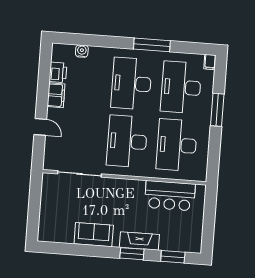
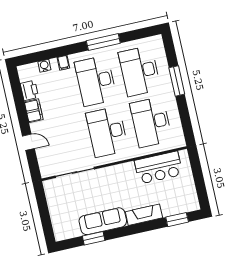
filing cabinet: (210, 62) -> (63, 63), moved
sofa: (94, 235) -> (103, 221), width x1.36
window: (132, 254) -> (94, 238), moved

